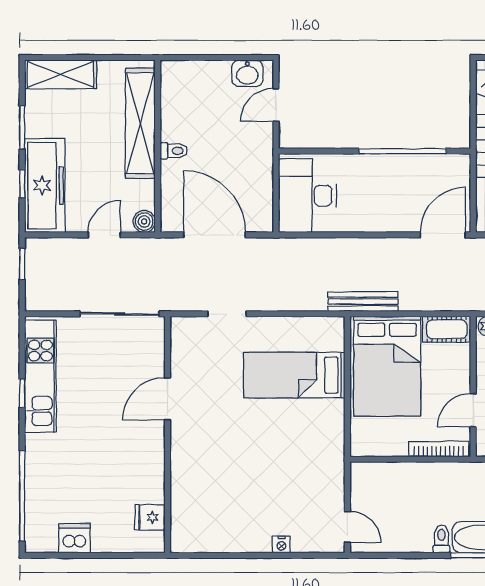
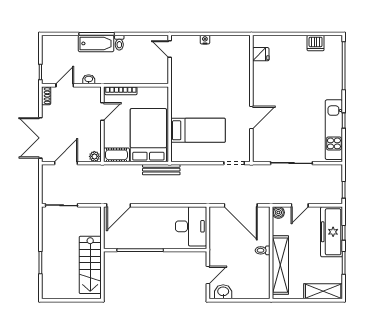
door: (168, 399) -> (251, 118), moved
wall: (168, 435) -> (251, 98), moved
fridge: (150, 517) -> (261, 54), moved

